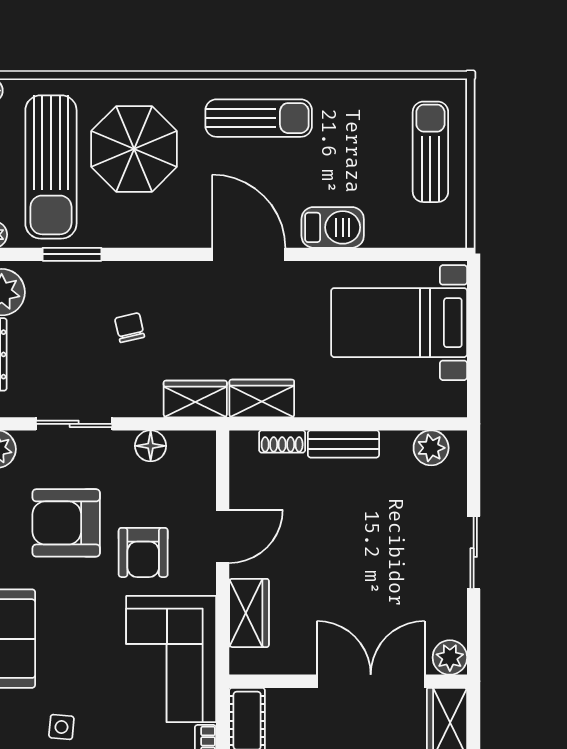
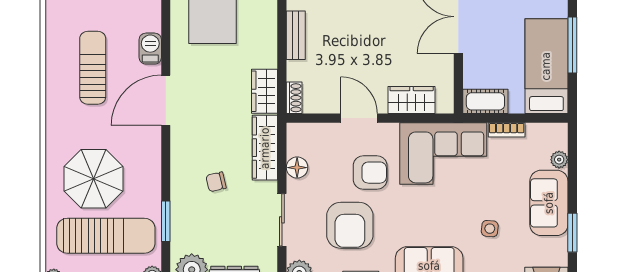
sun lounger: (259, 118) -> (93, 68), moved
barbecue: (333, 227) -> (150, 49), width x0.73, depth x0.79
wardrobe: (195, 399) -> (265, 148), width x1.50
shoe rack: (282, 442) -> (294, 98), moved

